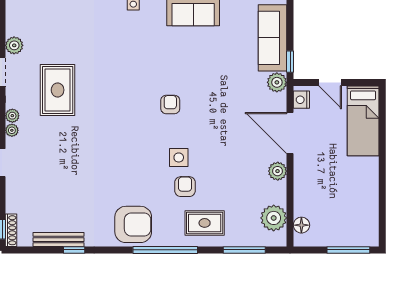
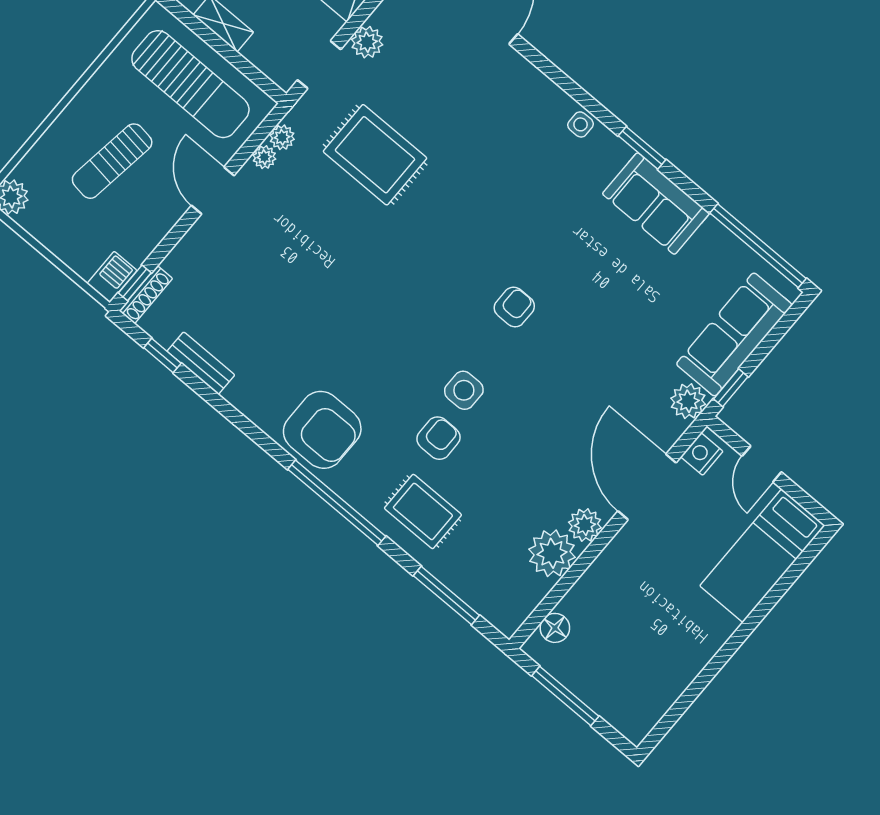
rug: (58, 90) -> (375, 155), turned 90
plant: (274, 218) -> (552, 553), moved
bench: (58, 240) -> (201, 363), width x0.73
window: (74, 250) -> (162, 356), moved
window: (348, 250) -> (565, 696), moved

